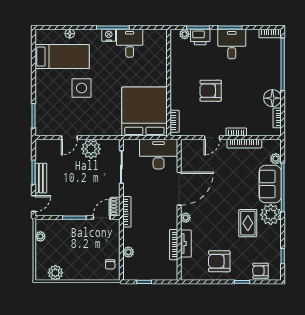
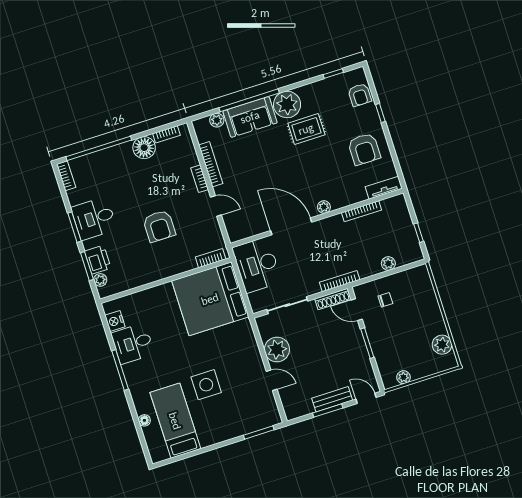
nightstand: (109, 35) -> (115, 321), moved
shoe rack: (115, 207) -> (333, 299), width x1.43
tv unit: (186, 244) -> (384, 188), moved
chair: (110, 264) -> (385, 300), moved

